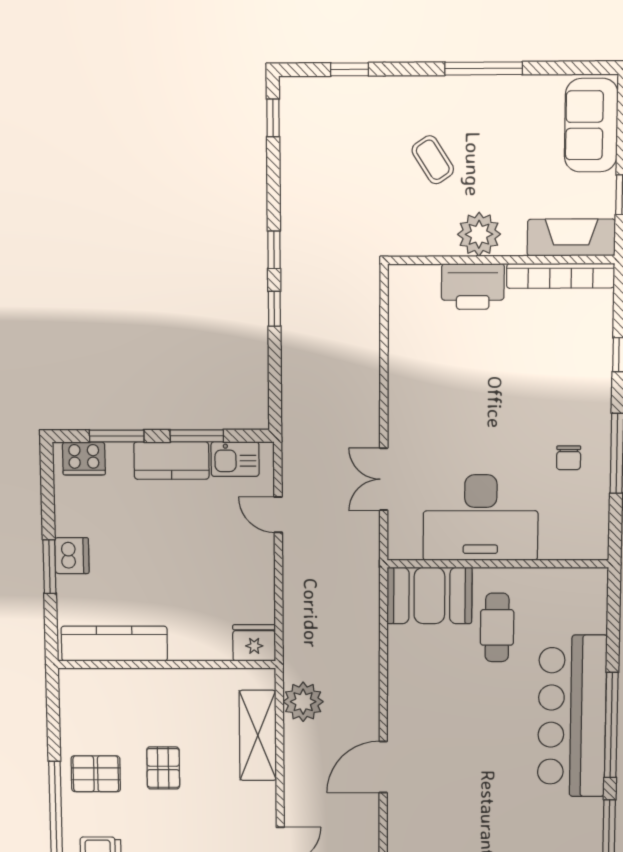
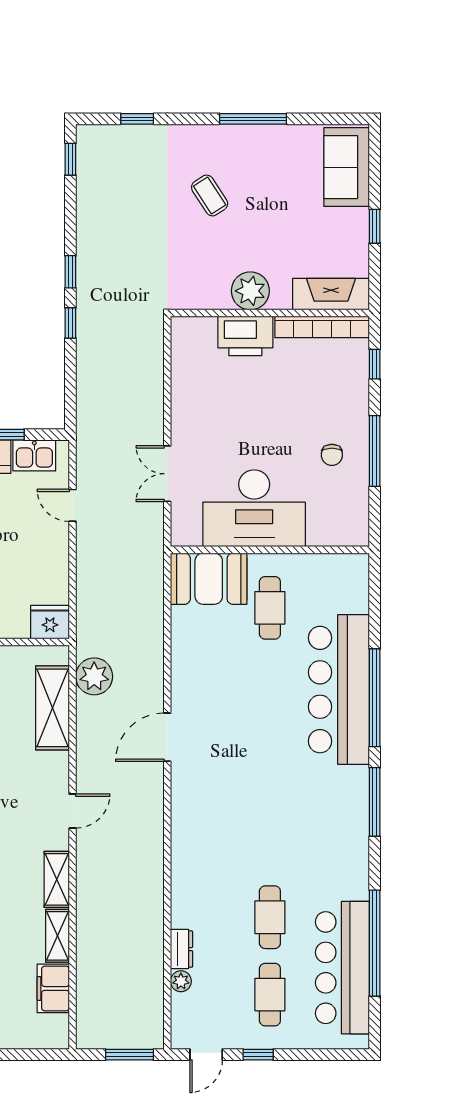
plant: (479, 234) -> (250, 291), moved
fireplace: (571, 238) -> (331, 294), moved
wall: (501, 260) -> (270, 313), moved
bookcase: (561, 276) -> (322, 327), moved
printer: (473, 287) -> (245, 336), moved

